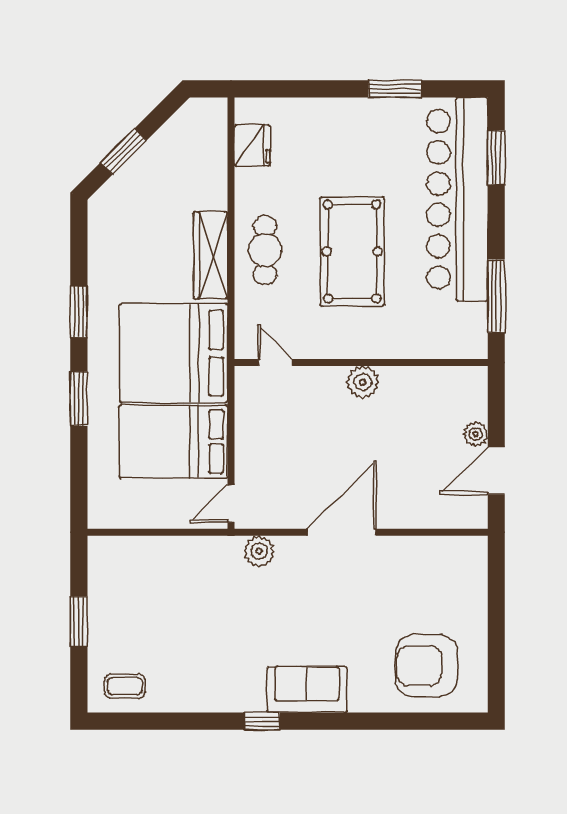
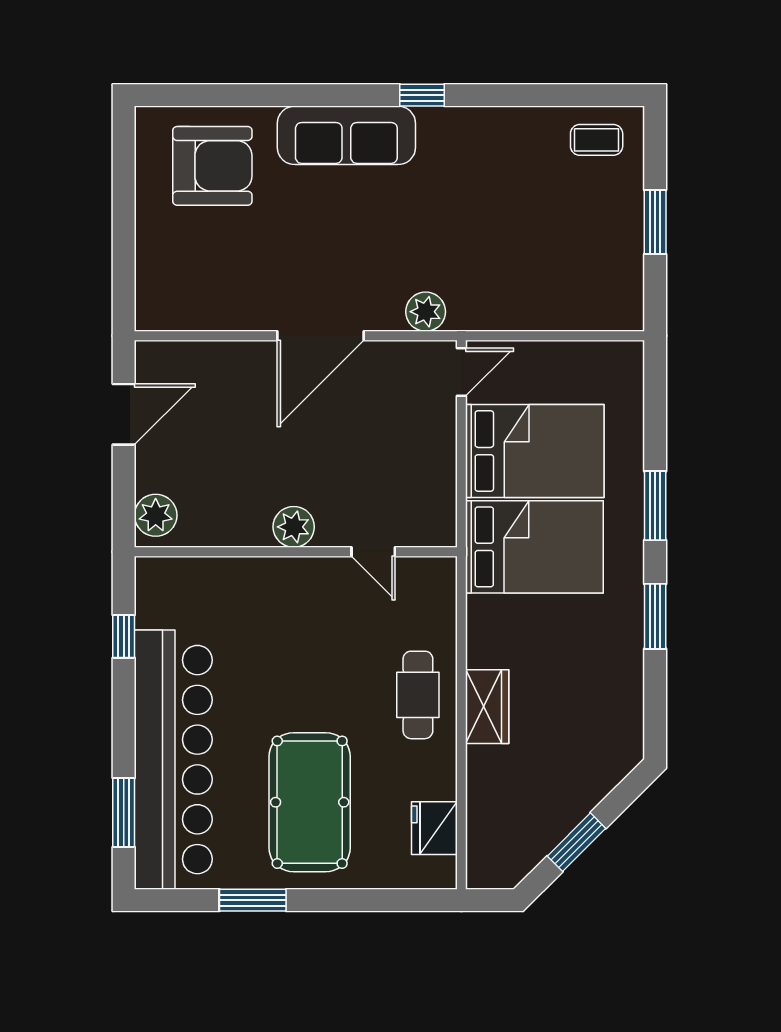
window: (123, 151) -> (577, 842), moved
pool table: (352, 251) -> (310, 802), moved
wardrobe: (211, 255) -> (487, 707), width x0.67
window: (496, 296) -> (124, 636), width x0.46
bed: (174, 353) -> (534, 547), width x0.73
door: (275, 363) -> (373, 552), moved
plant: (476, 434) -> (156, 515), moved, width x1.38, depth x1.38
sofa: (307, 690) -> (346, 135), width x1.36

